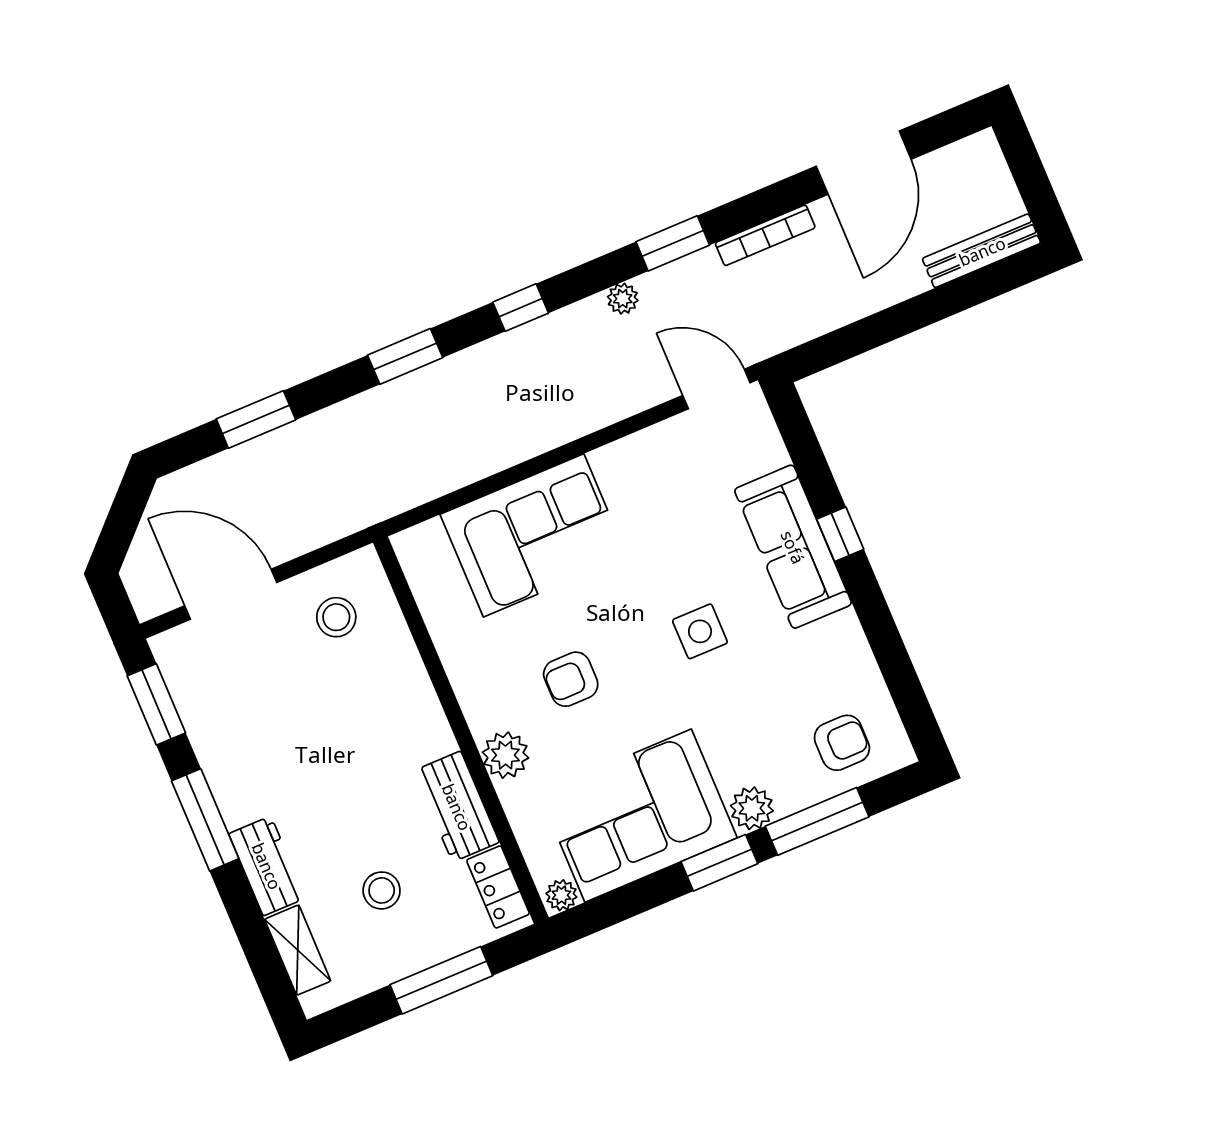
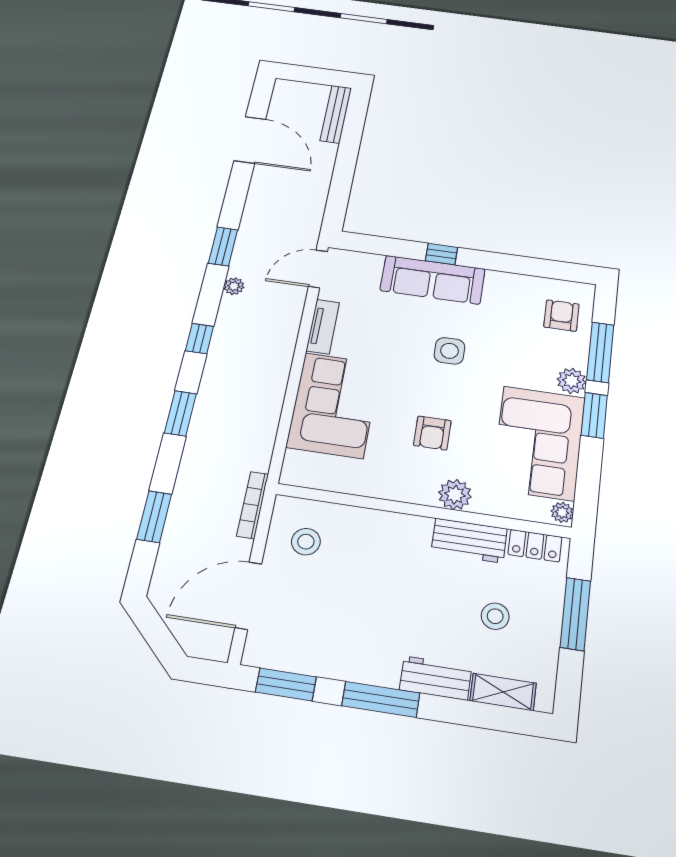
bookcase: (765, 235) -> (253, 505), moved, turned 180
tv unit: (635, 451) -> (323, 327), added

